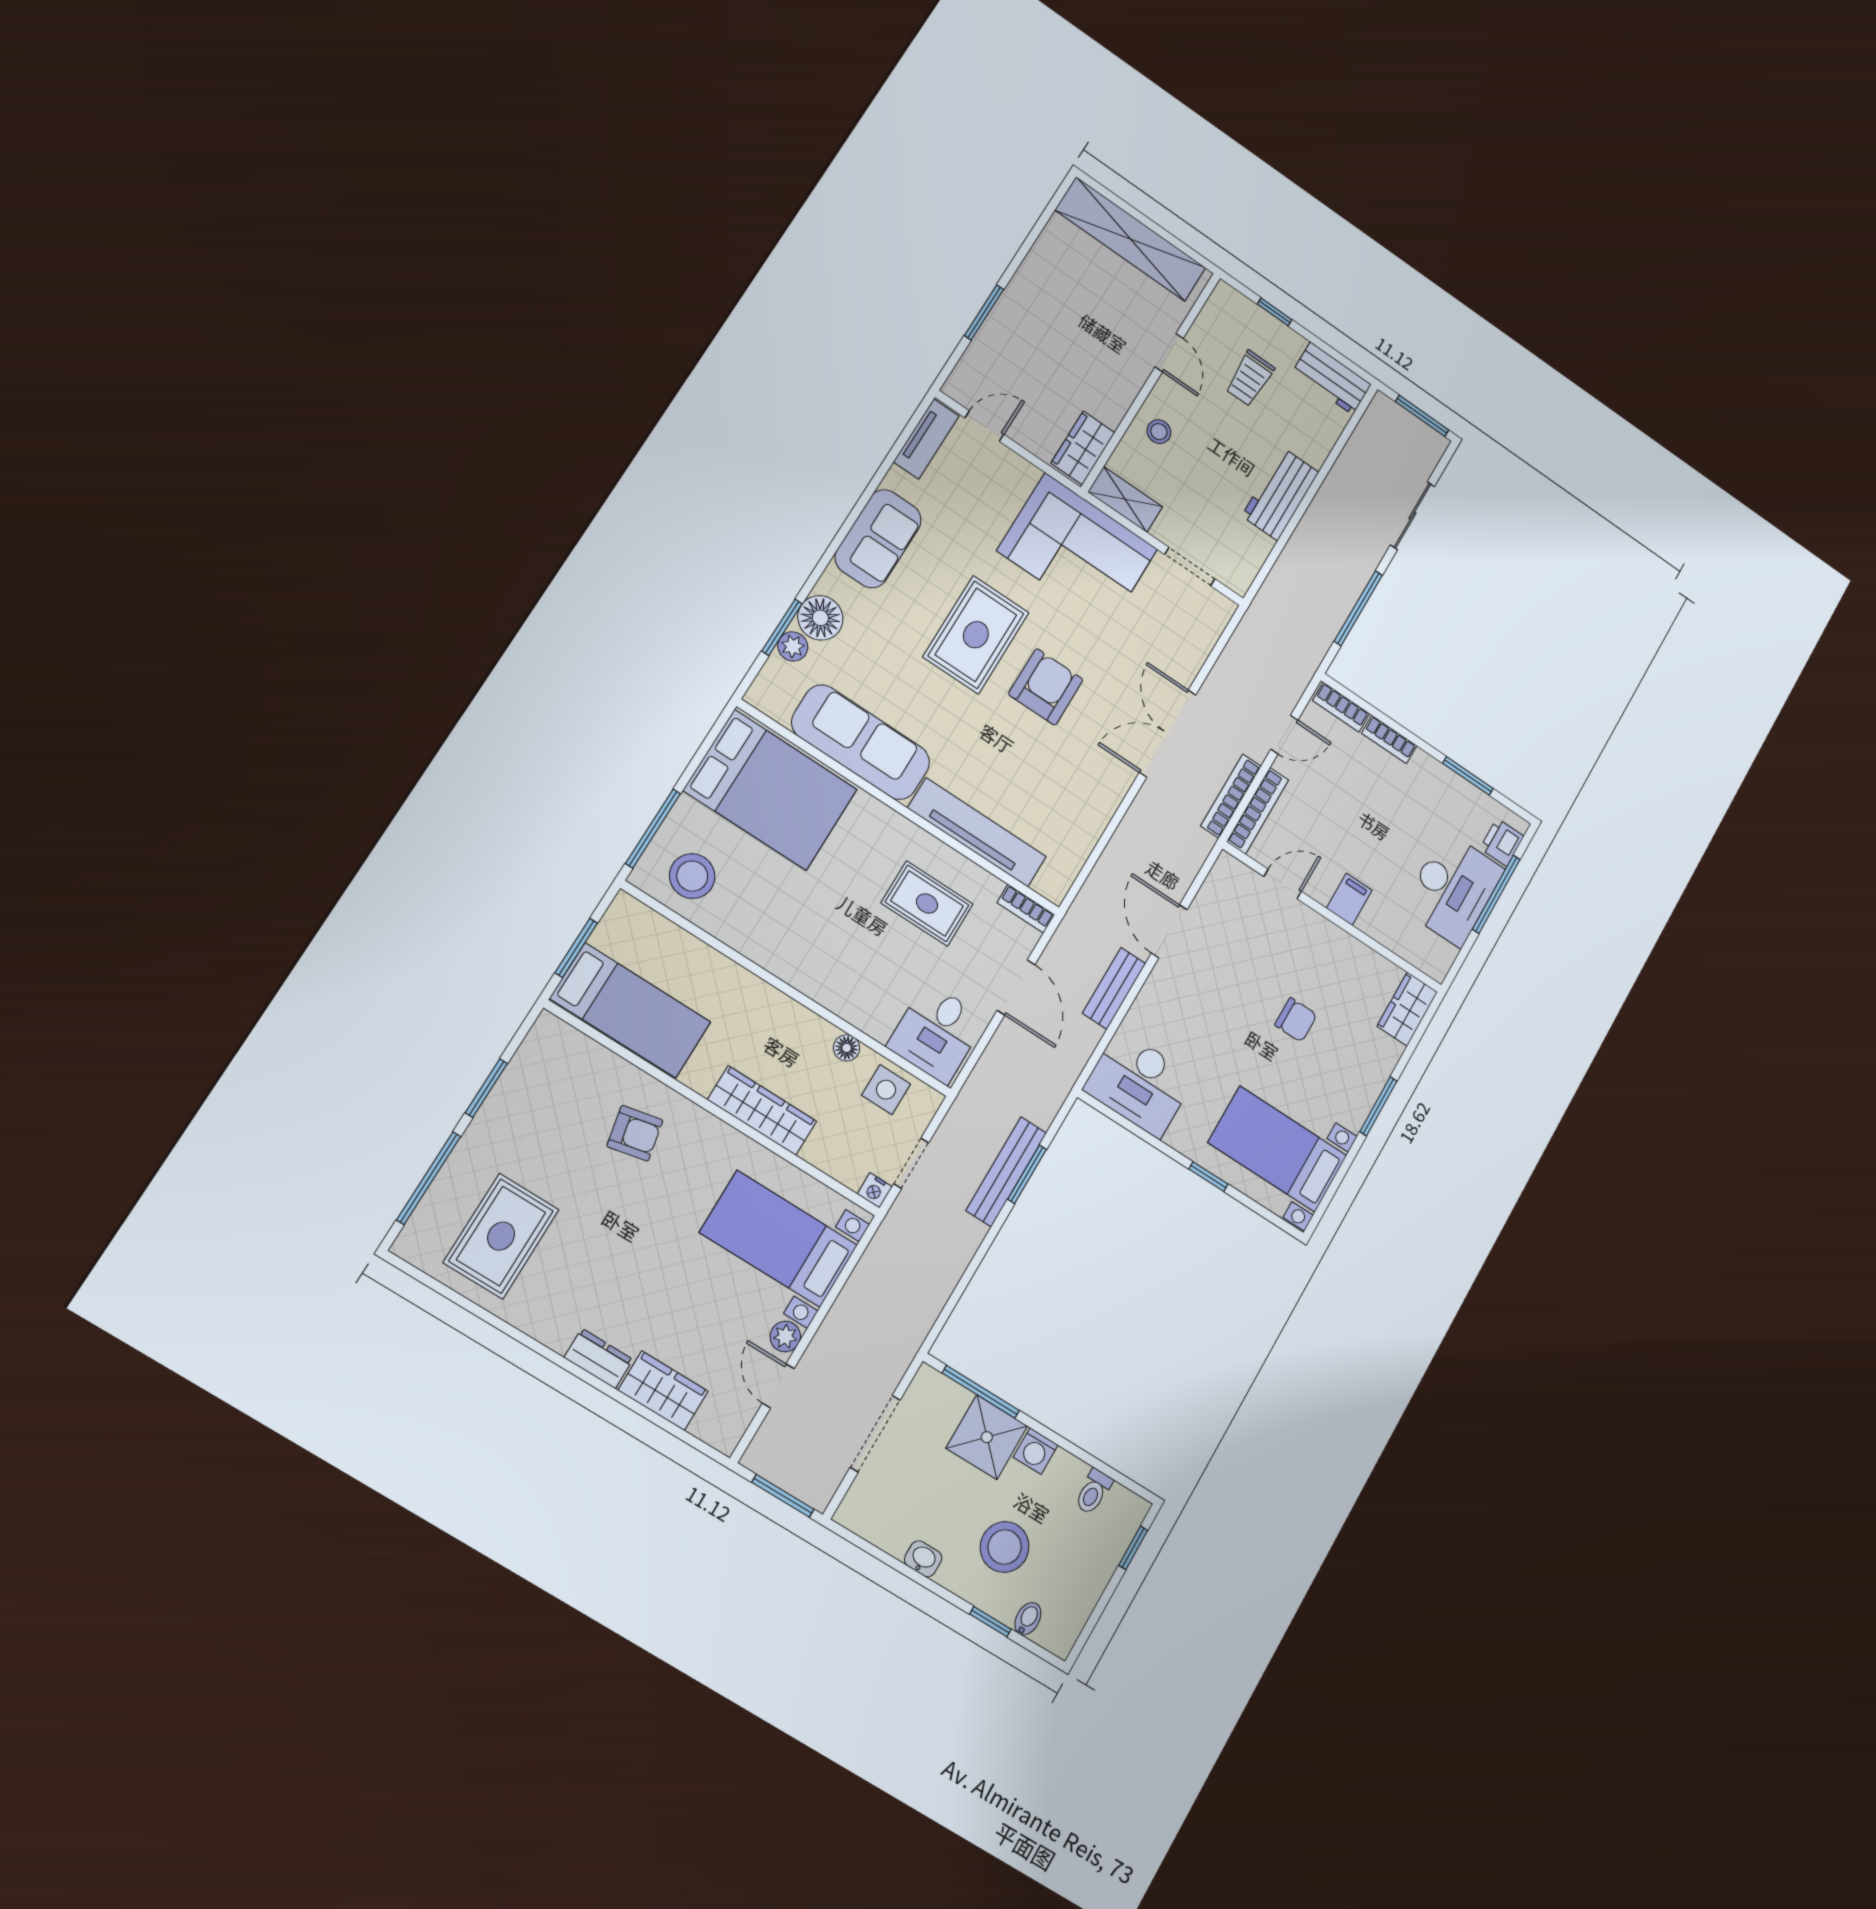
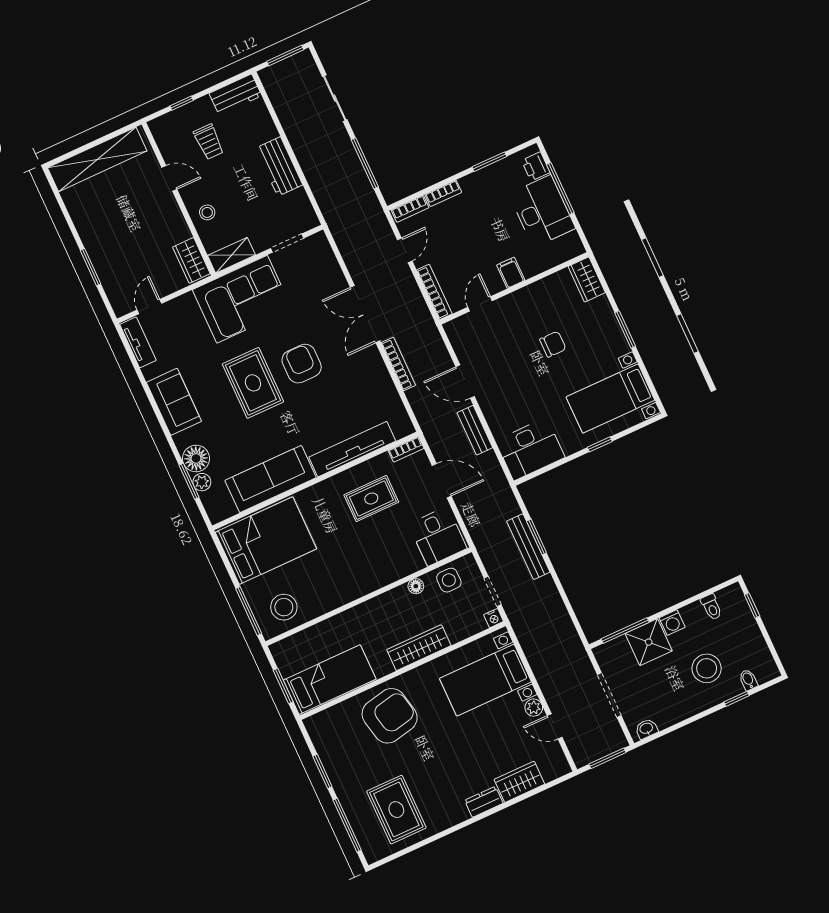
bookcase: (1231, 796) -> (398, 364), moved, turned 180
armchair: (635, 1133) -> (390, 716), width x1.88, depth x1.88
washbasin: (923, 1559) -> (646, 729), moved

